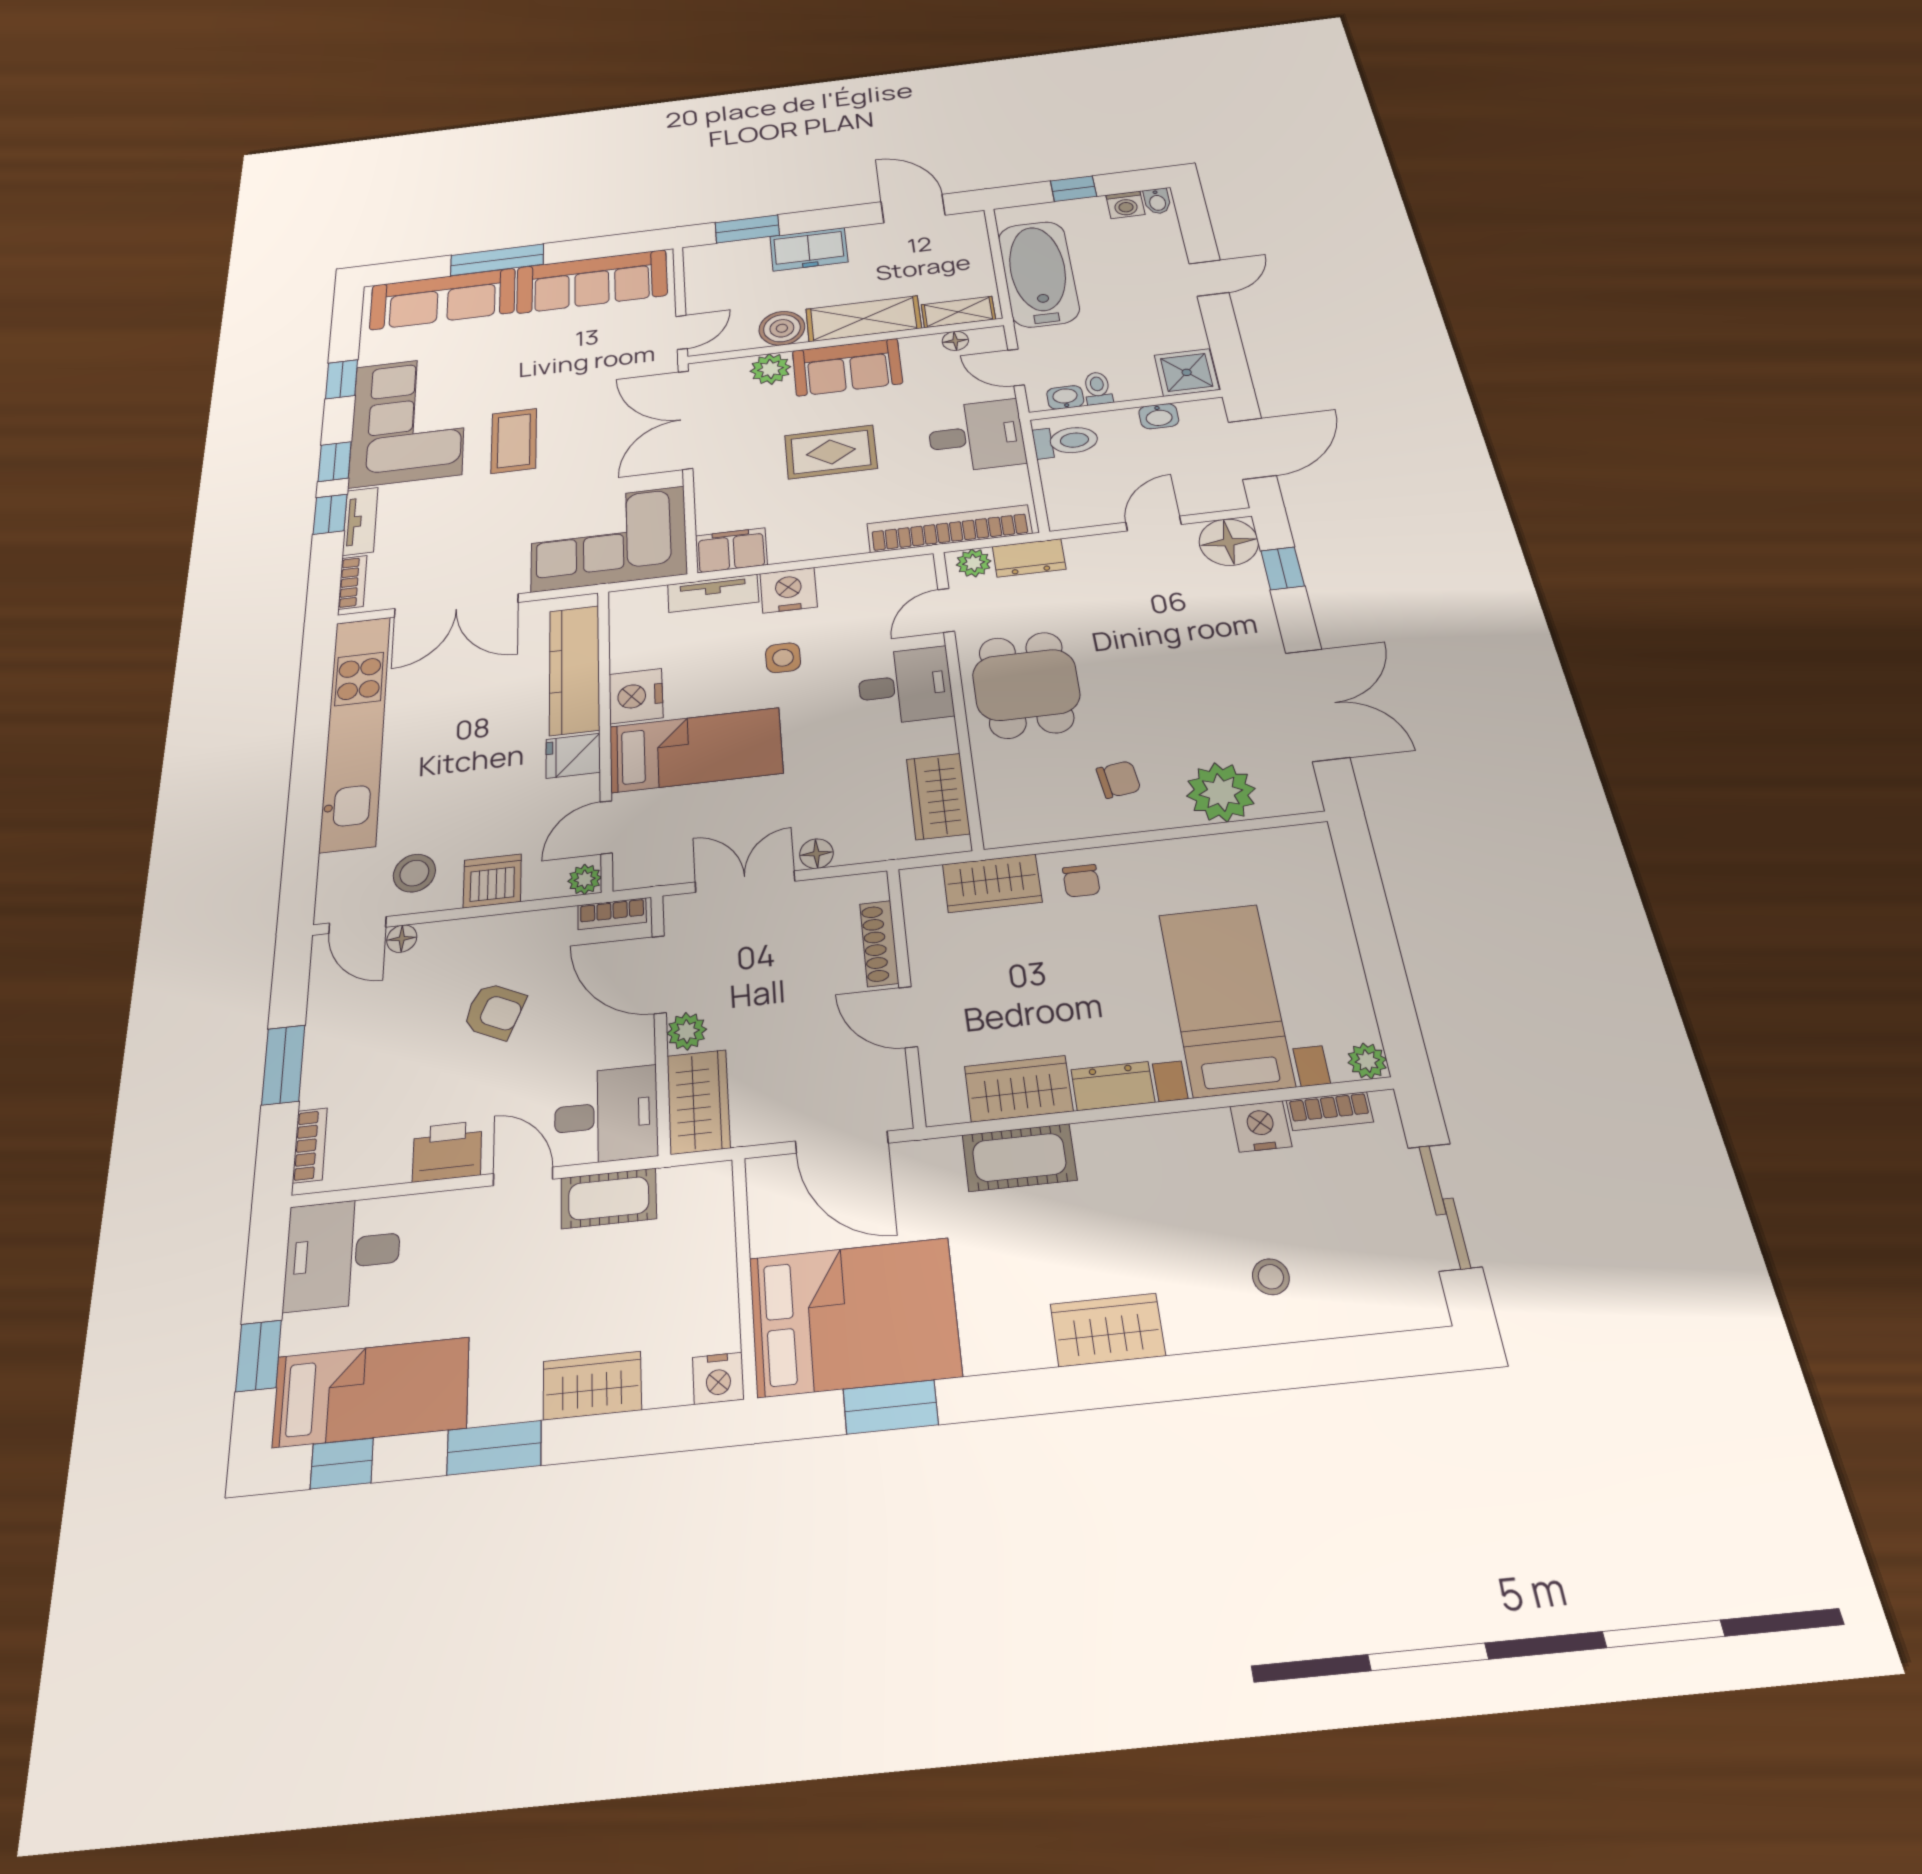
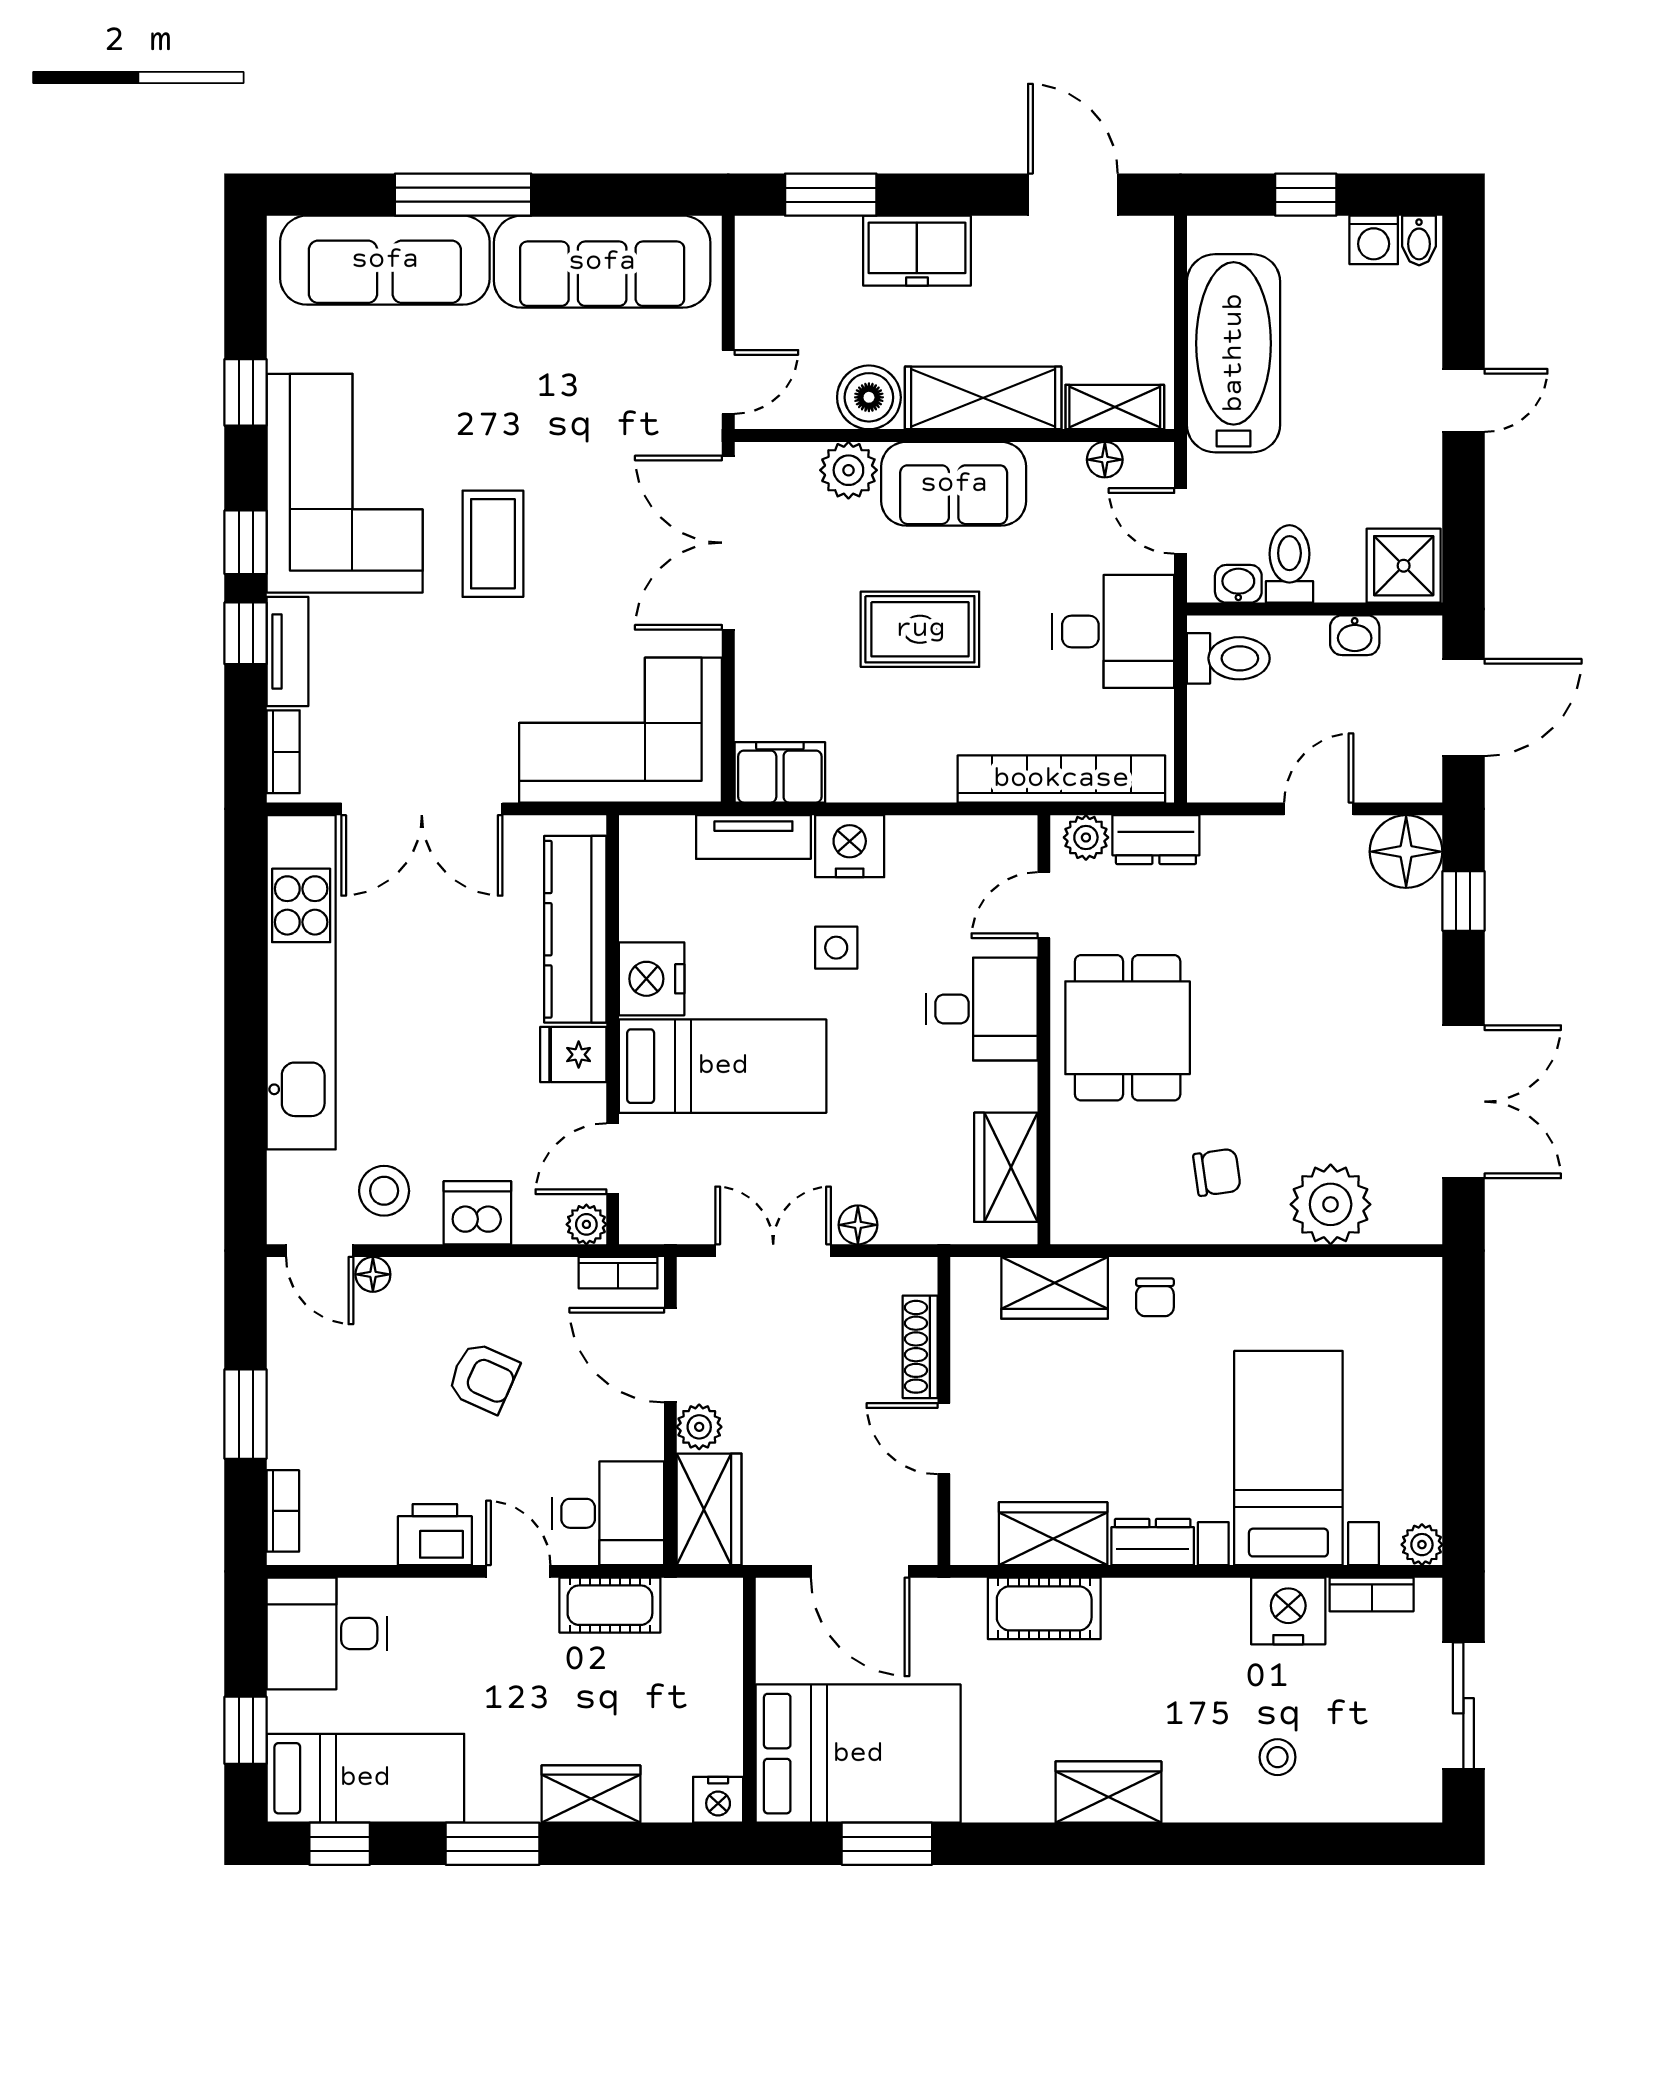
toilet: (1098, 388) -> (1289, 564), width x1.37, depth x1.39
nightstand: (1261, 1126) -> (1288, 1611), width x1.36, depth x1.33

